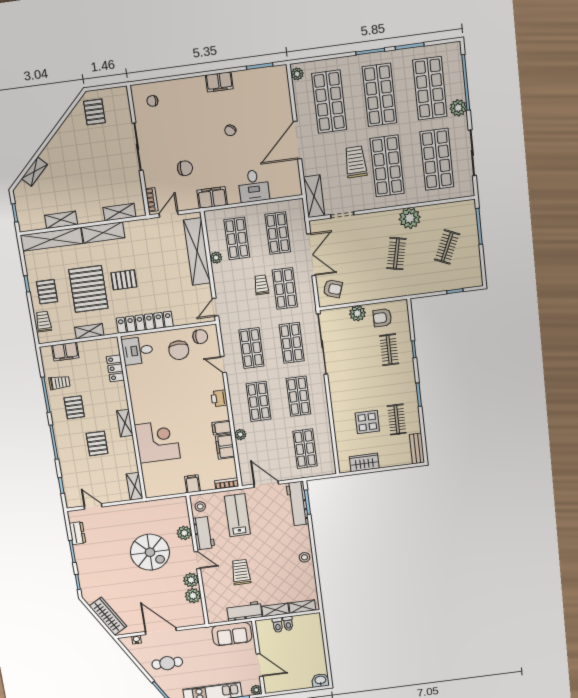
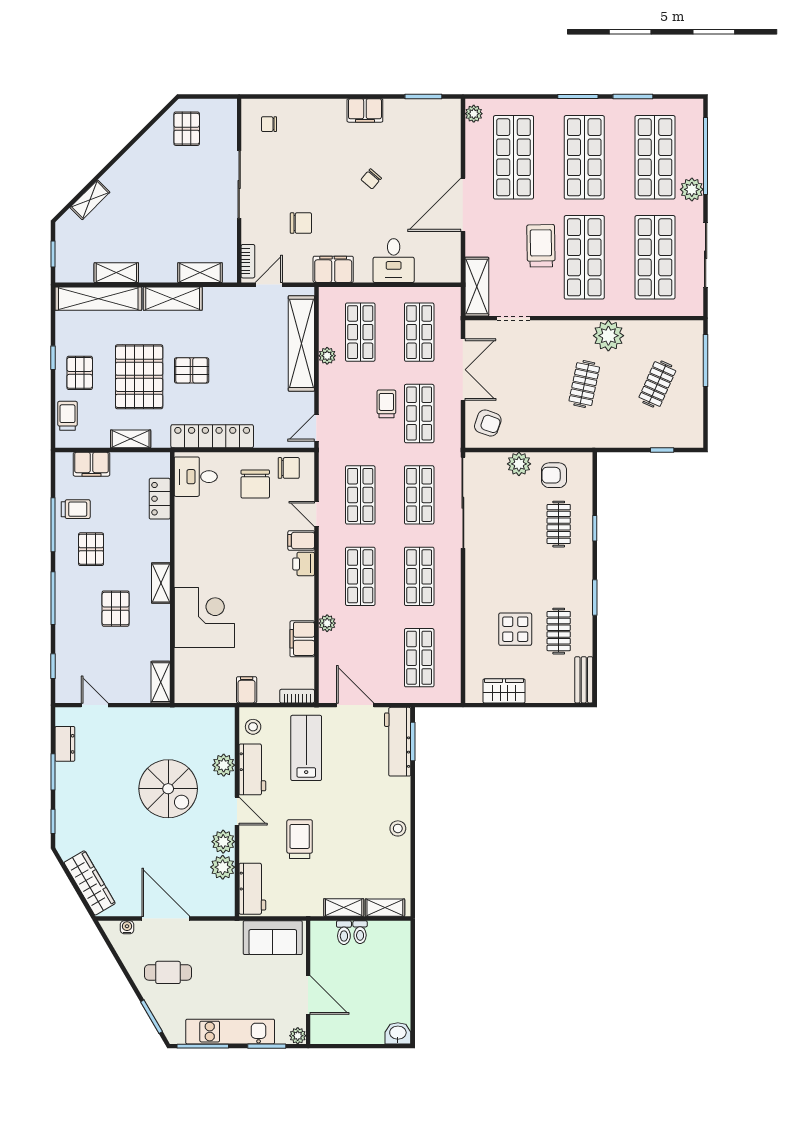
filing cabinet: (222, 428) -> (301, 540), moved
workbench: (244, 611) -> (252, 889), moved, turned 90

